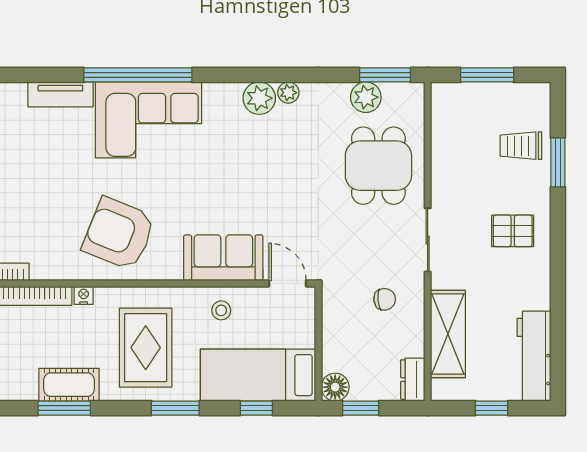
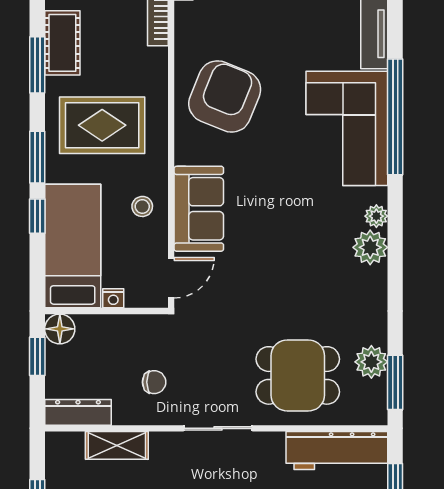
plant: (288, 93) -> (376, 216), moved
workbench: (448, 129) -> (337, 450), added
nightstand: (84, 295) -> (113, 298), moved, turned 90
chair: (385, 299) -> (154, 382), turned -85
shelving: (448, 334) -> (117, 445), width x0.67, depth x0.75
dresser: (413, 380) -> (78, 412), width x1.44
window: (64, 408) -> (37, 65), moved
window: (256, 408) -> (37, 216), moved

